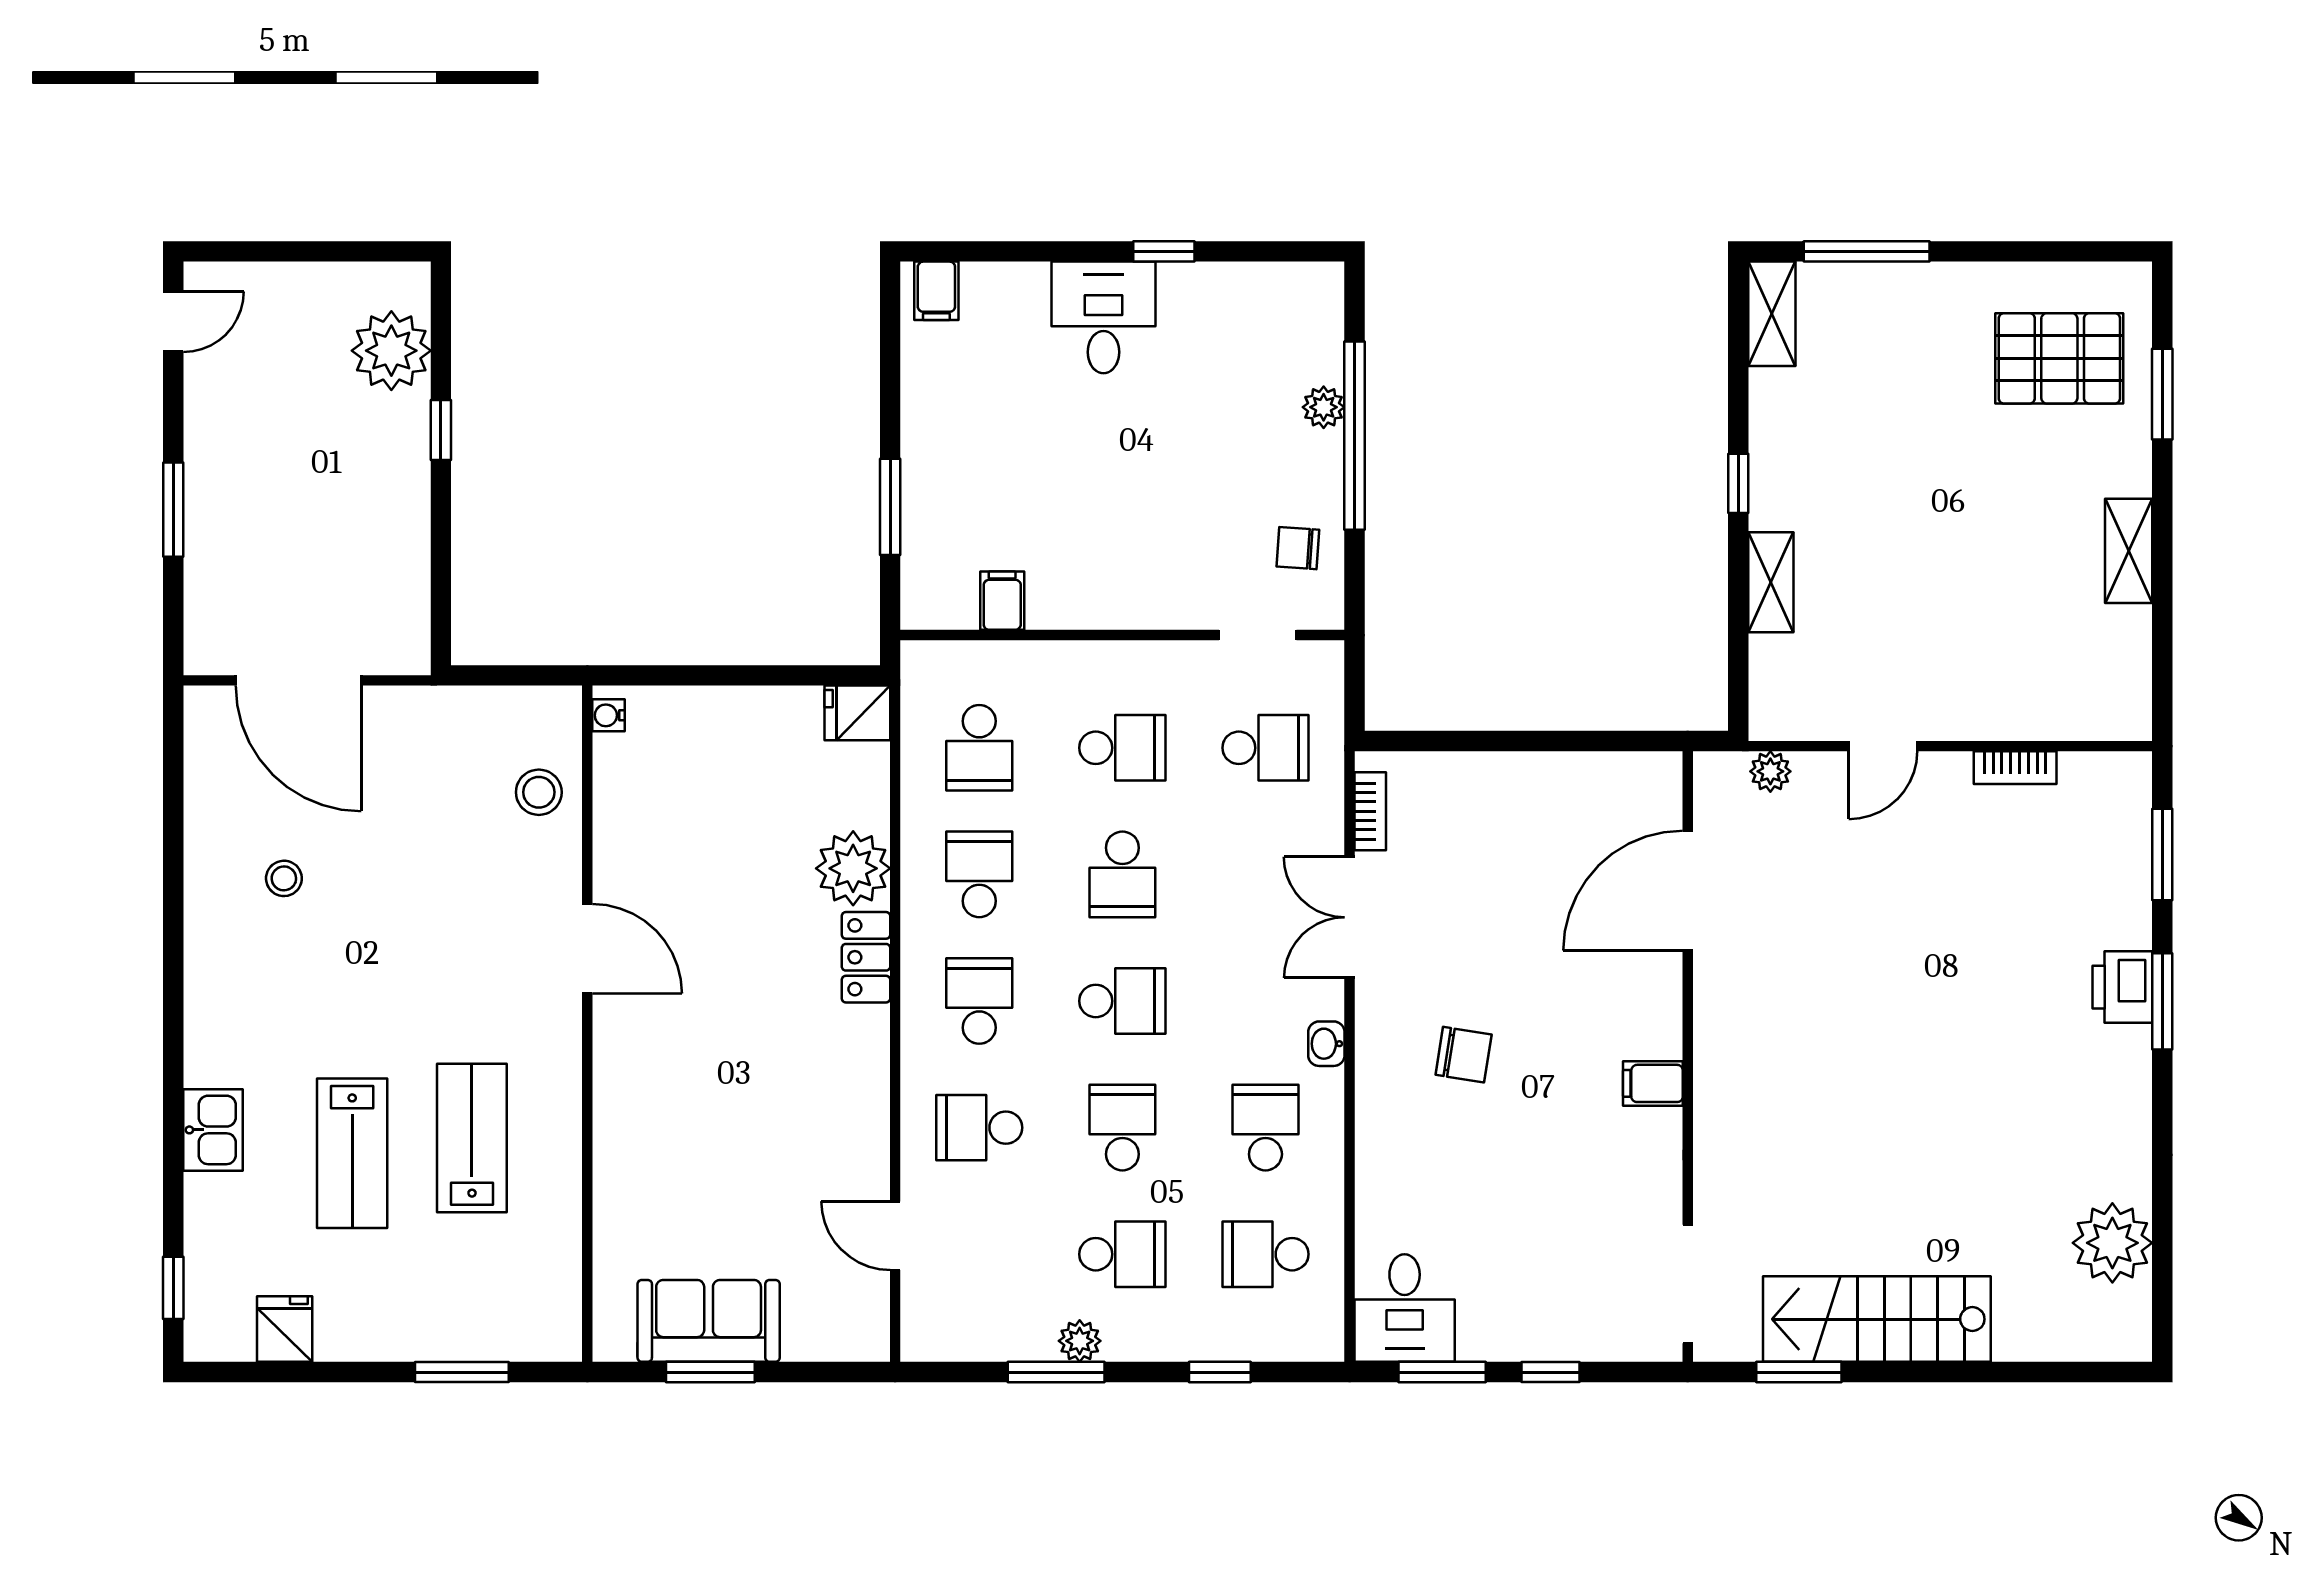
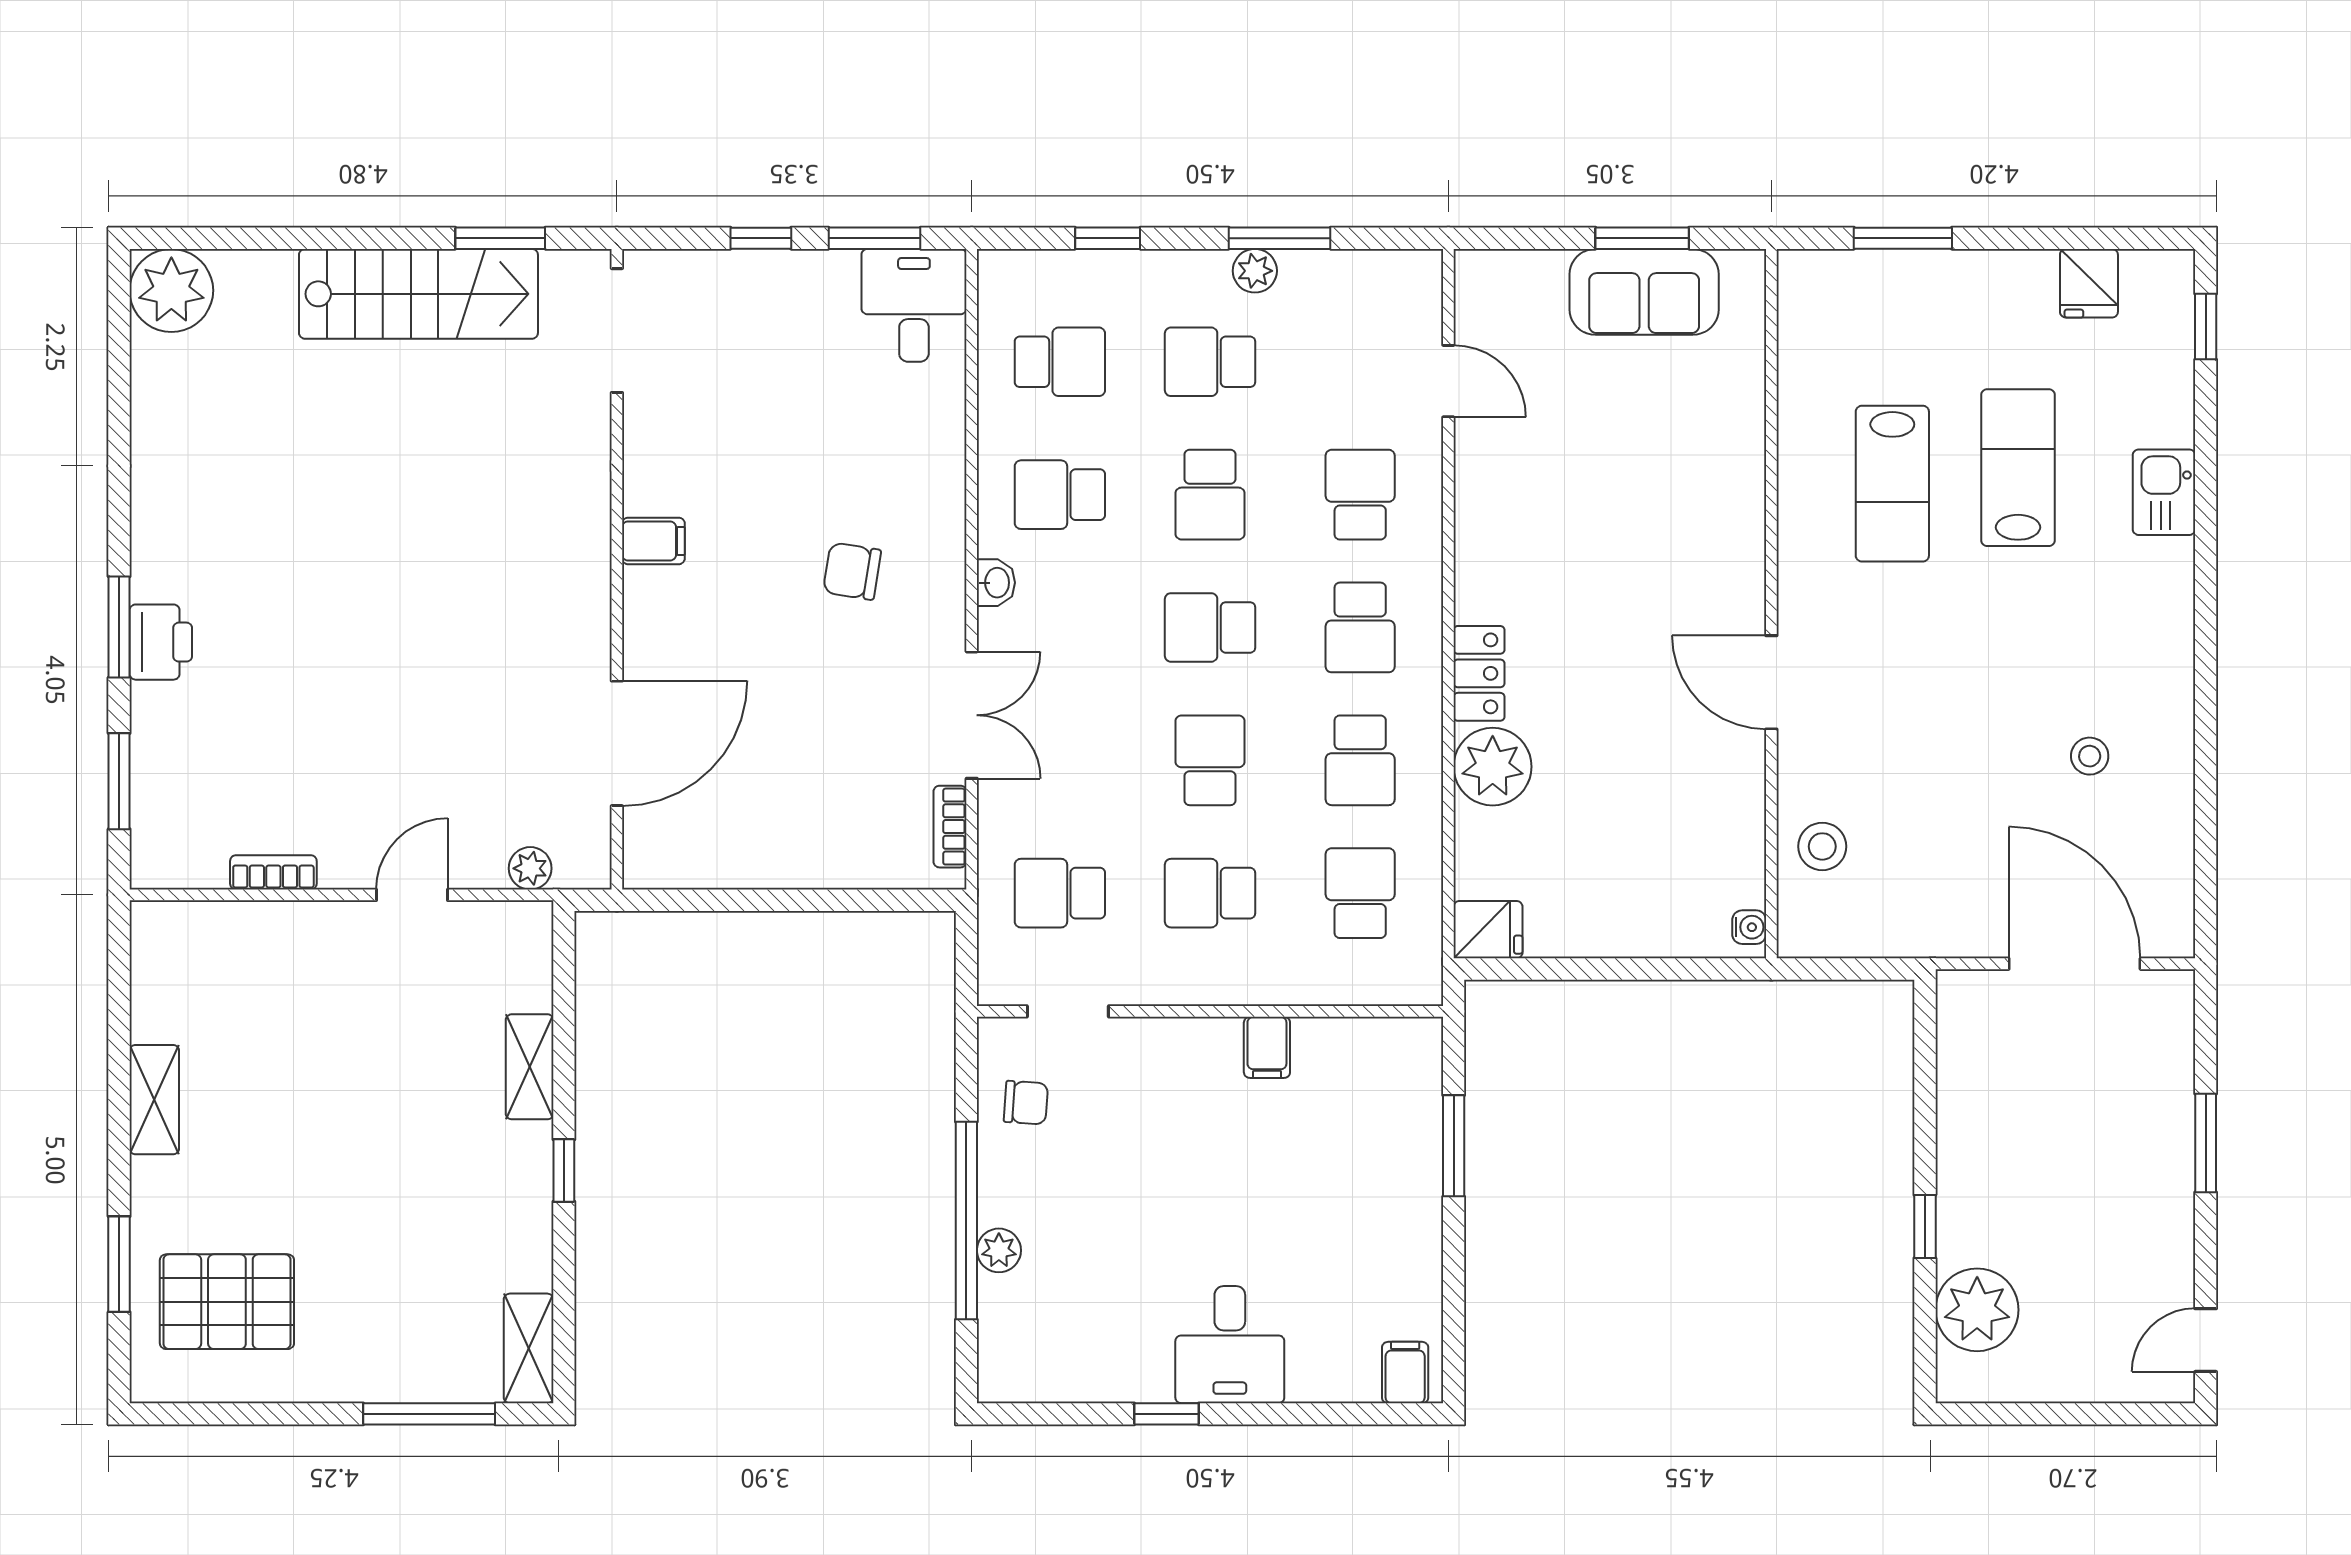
filing cabinet: (1002, 601) -> (1267, 1047), moved
school desk: (979, 1128) -> (1360, 495), turned -90
school desk: (1265, 1128) -> (1060, 495), turned 90
plant: (2112, 1243) -> (171, 290), moved

